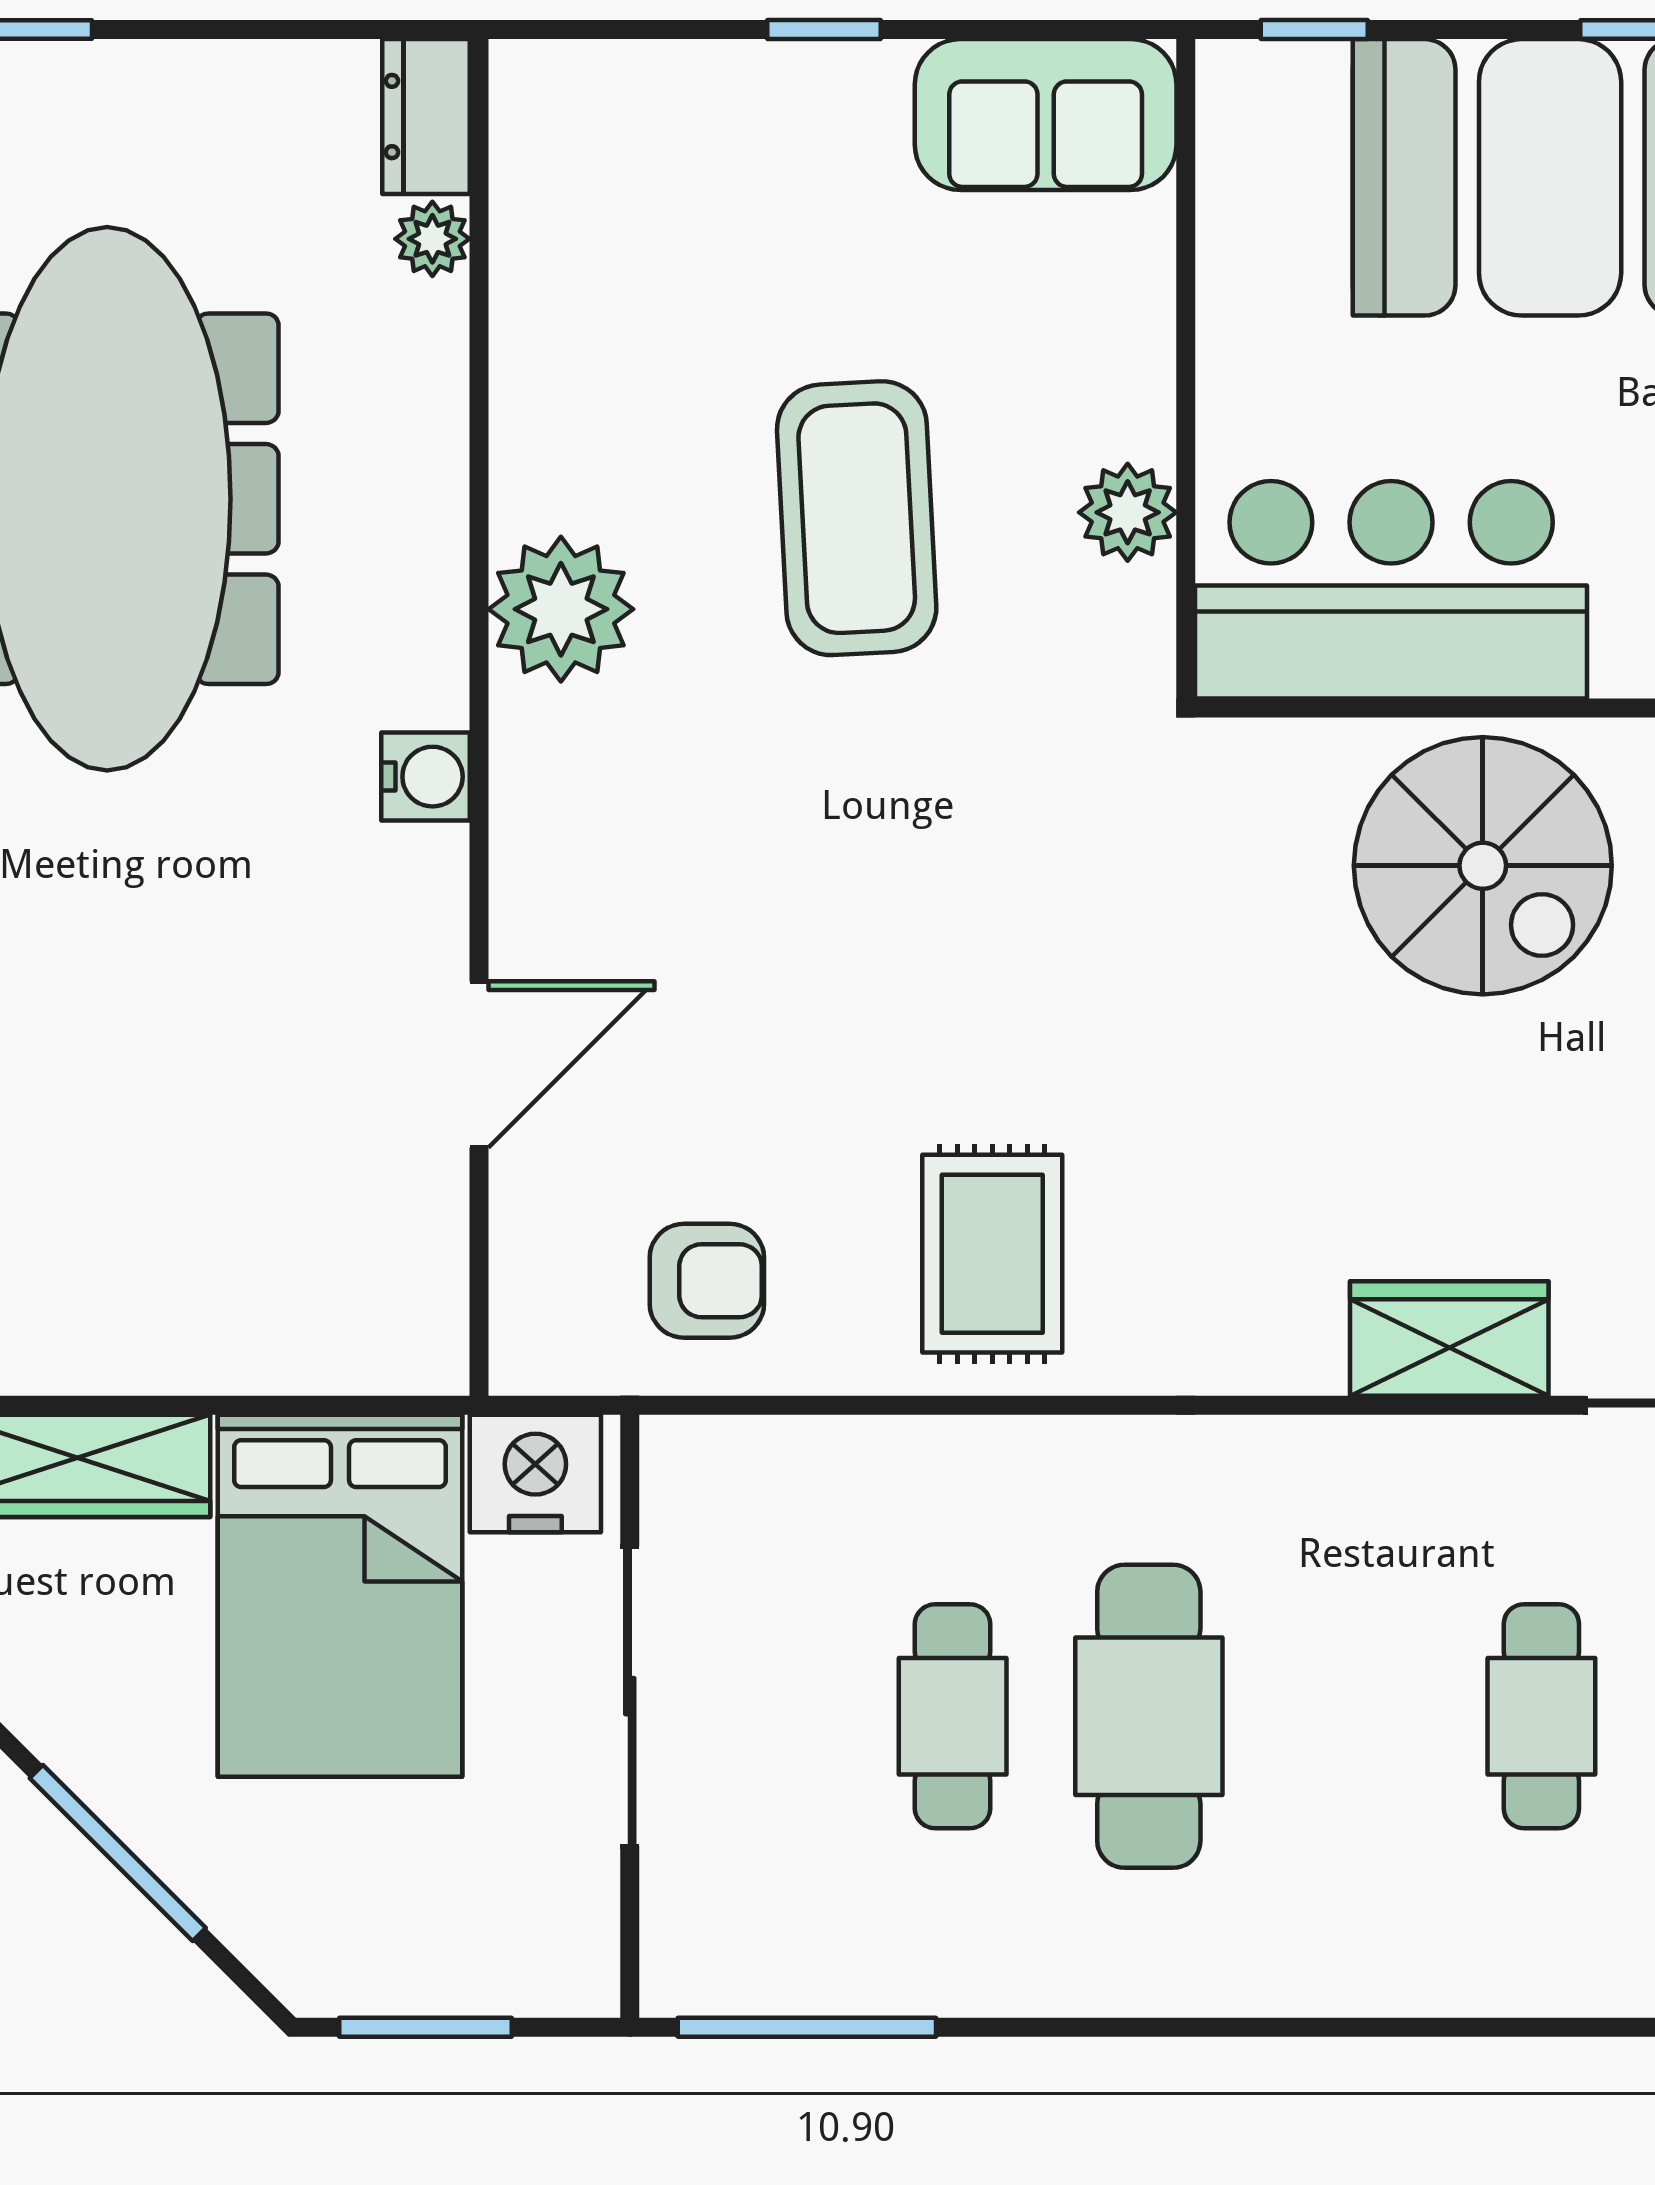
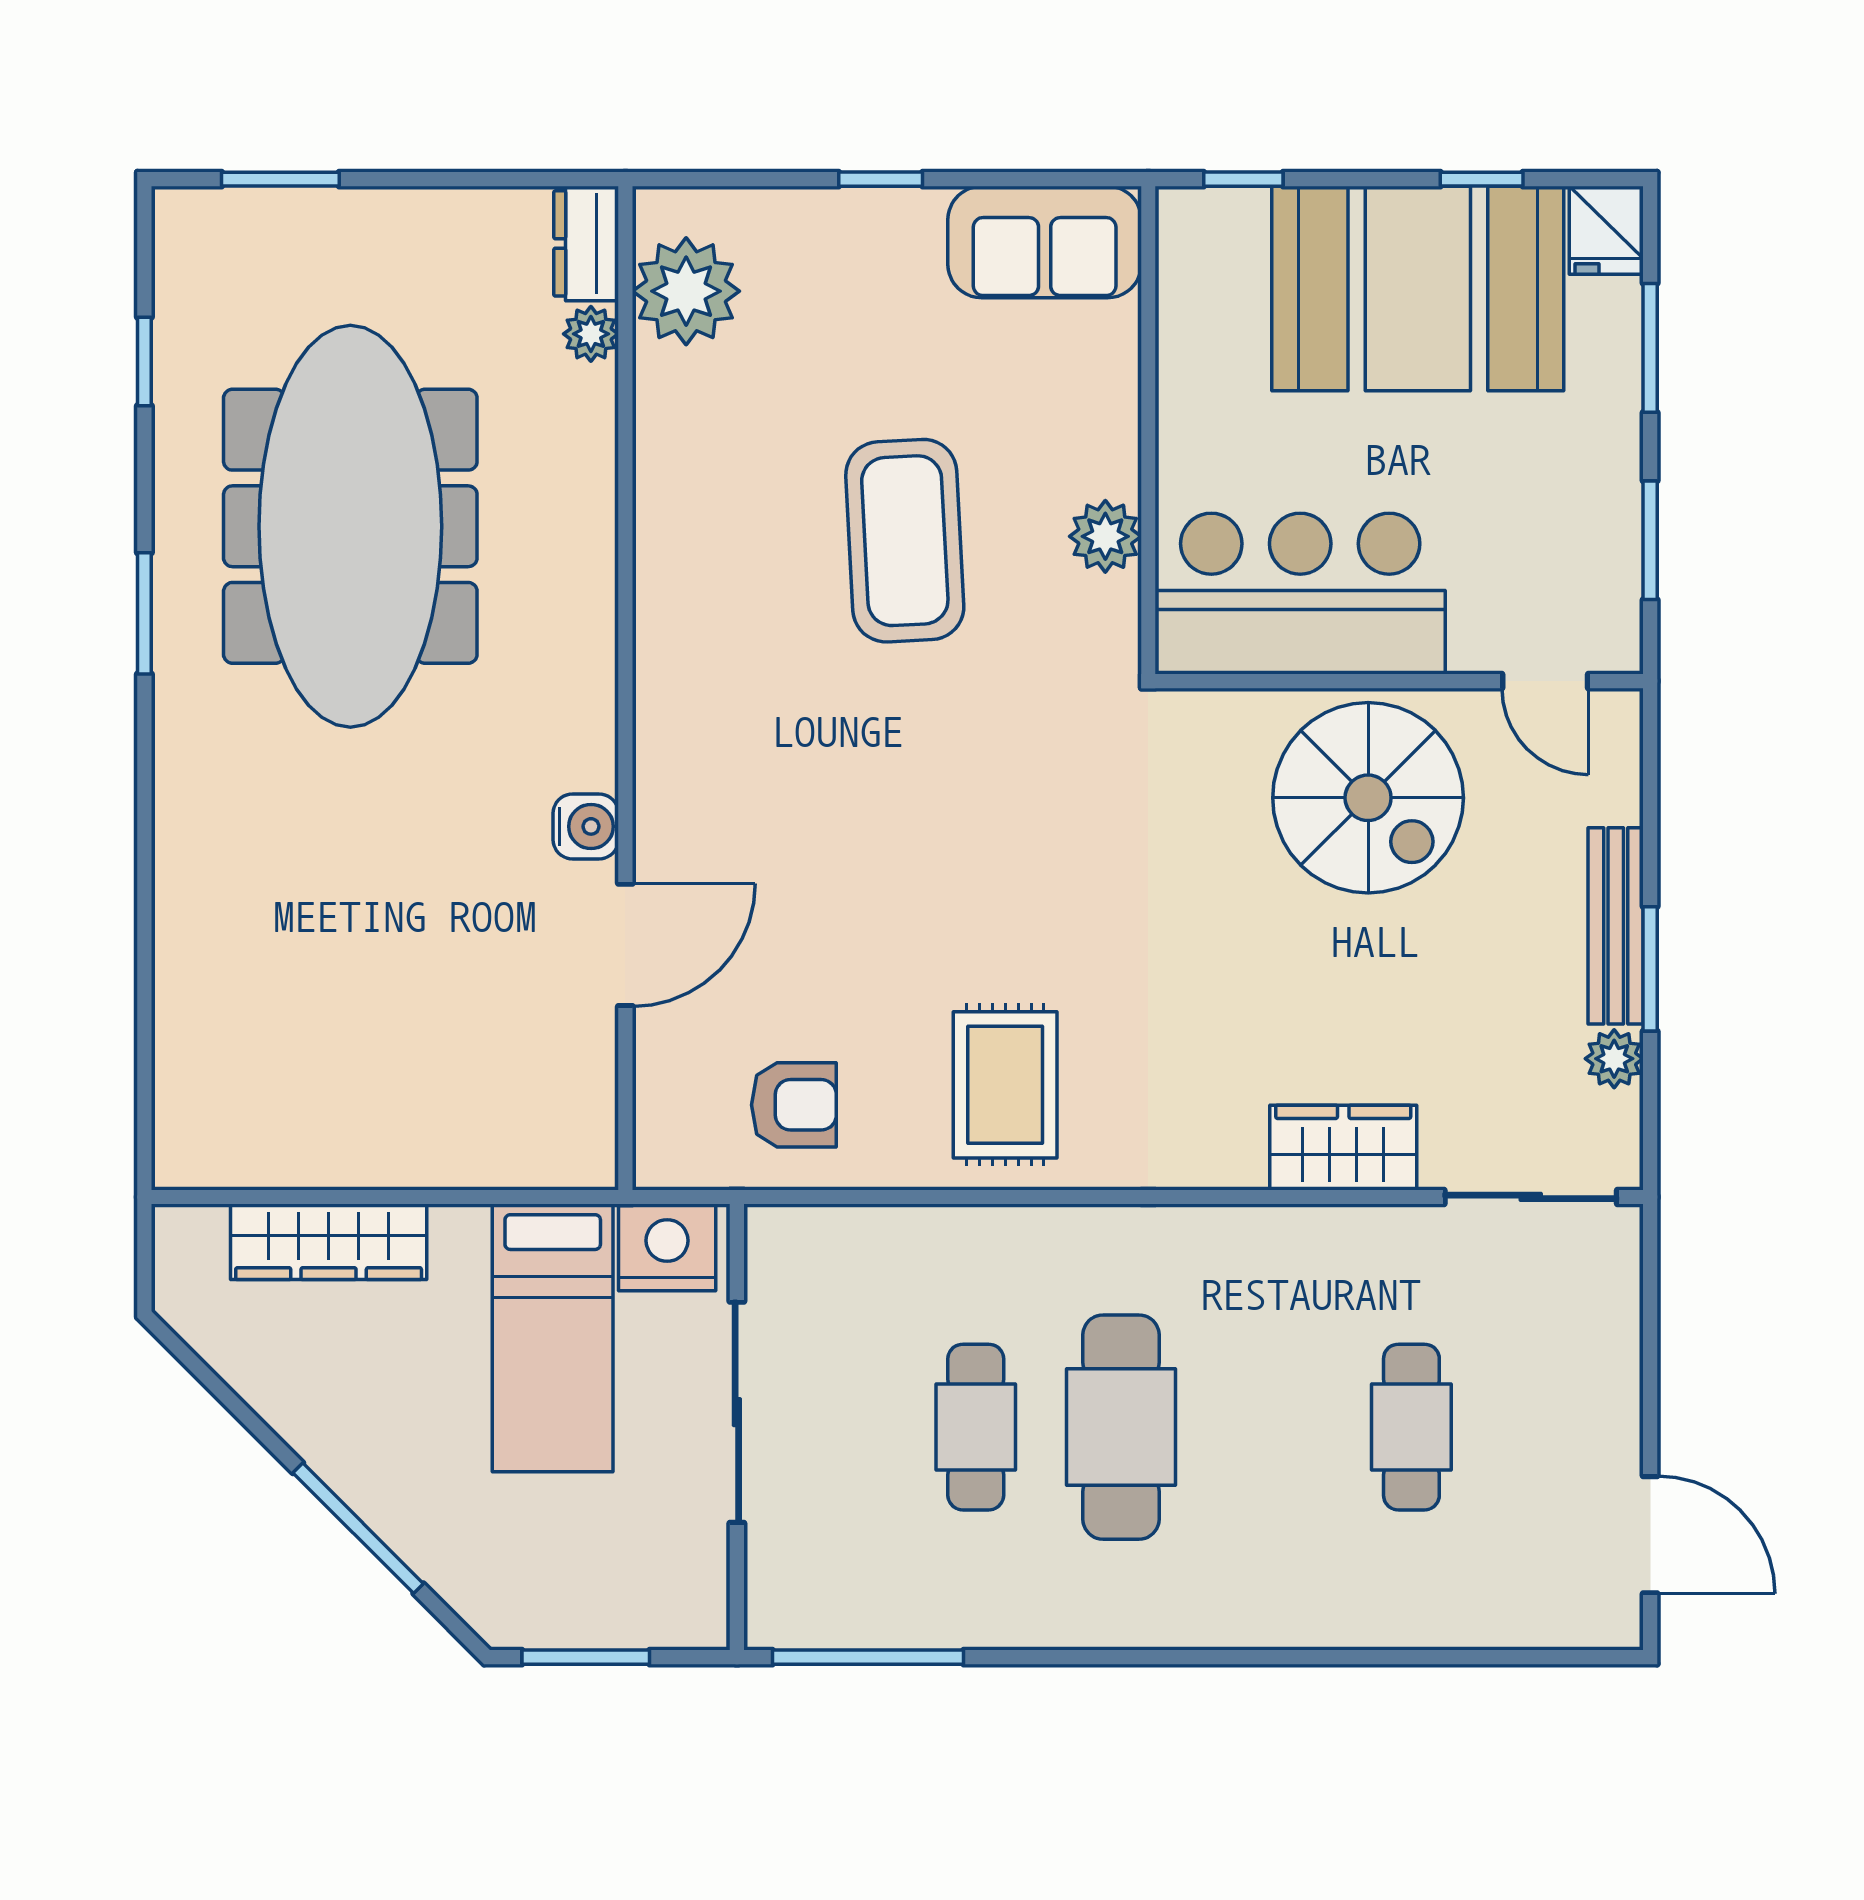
plant: (561, 609) -> (686, 291), moved
water cooler: (425, 777) -> (586, 826), moved
bed: (340, 1596) -> (553, 1338), width x0.67

